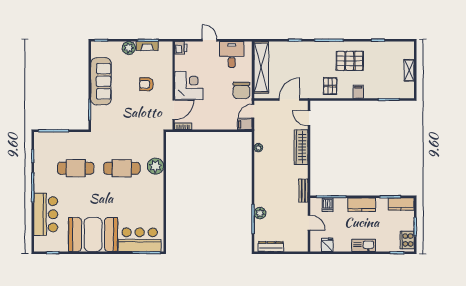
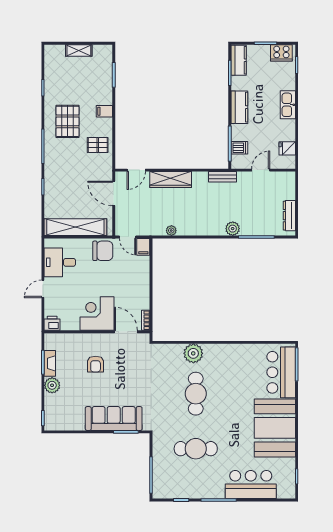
sofa: (101, 81) -> (114, 419), moved
cafe table: (76, 168) -> (196, 449), turned 90
plant: (260, 213) -> (233, 229), moved

